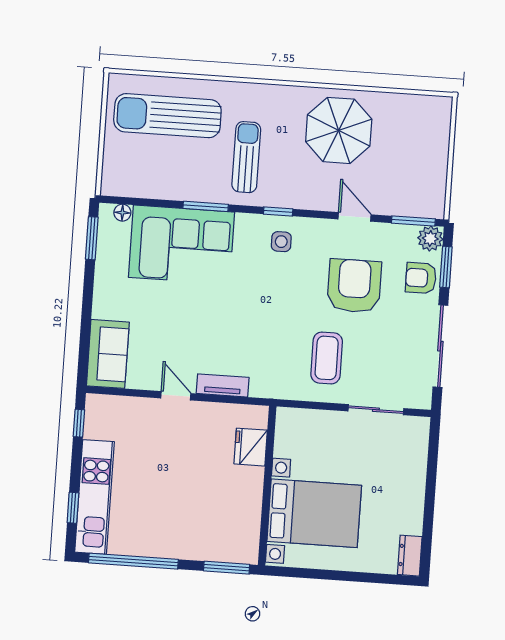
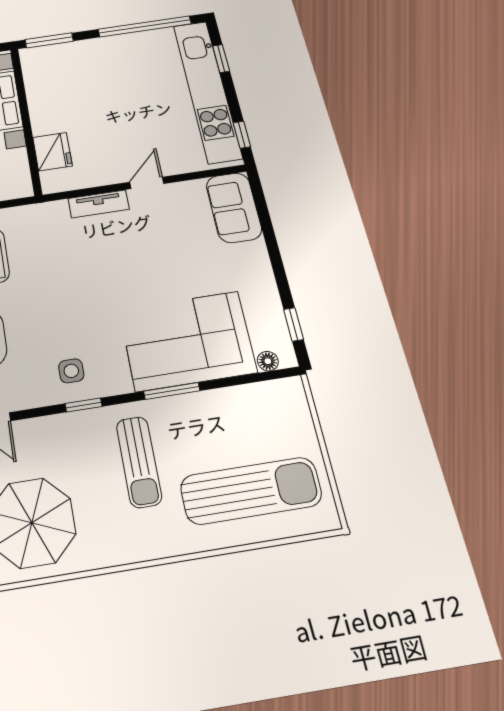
window: (92, 238) -> (294, 324), width x0.67
door: (176, 396) -> (147, 183), swing flipped
kitchen unit: (95, 497) -> (207, 91), width x1.36

